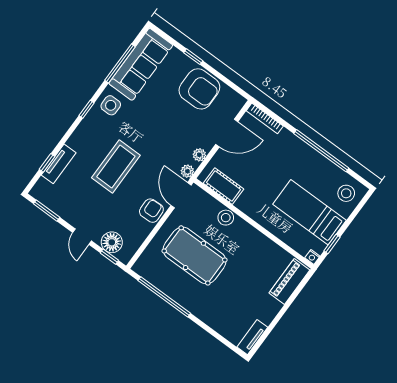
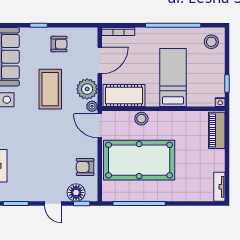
armchair: (199, 89) -> (59, 44), width x0.53, depth x0.53
plant: (199, 155) -> (87, 89), width x1.88, depth x1.88
coffee table: (116, 166) -> (50, 89), moved
cot: (223, 186) -> (124, 95), width x1.37, depth x1.34
armchair: (151, 211) -> (85, 167), moved, turned -88
bed: (310, 212) -> (173, 77), moved, turned 90
pool table: (195, 255) -> (139, 160), width x1.36, depth x1.32

